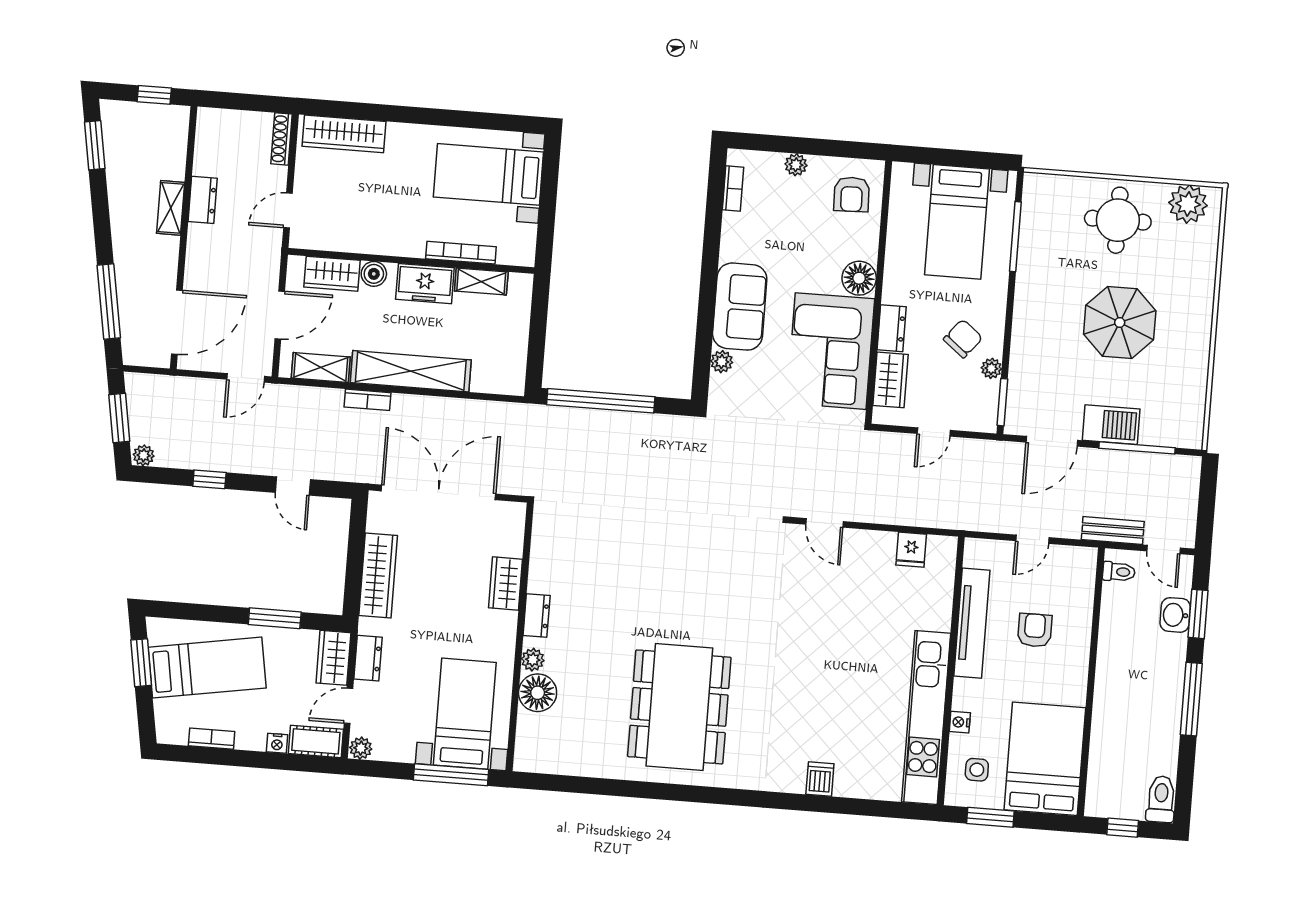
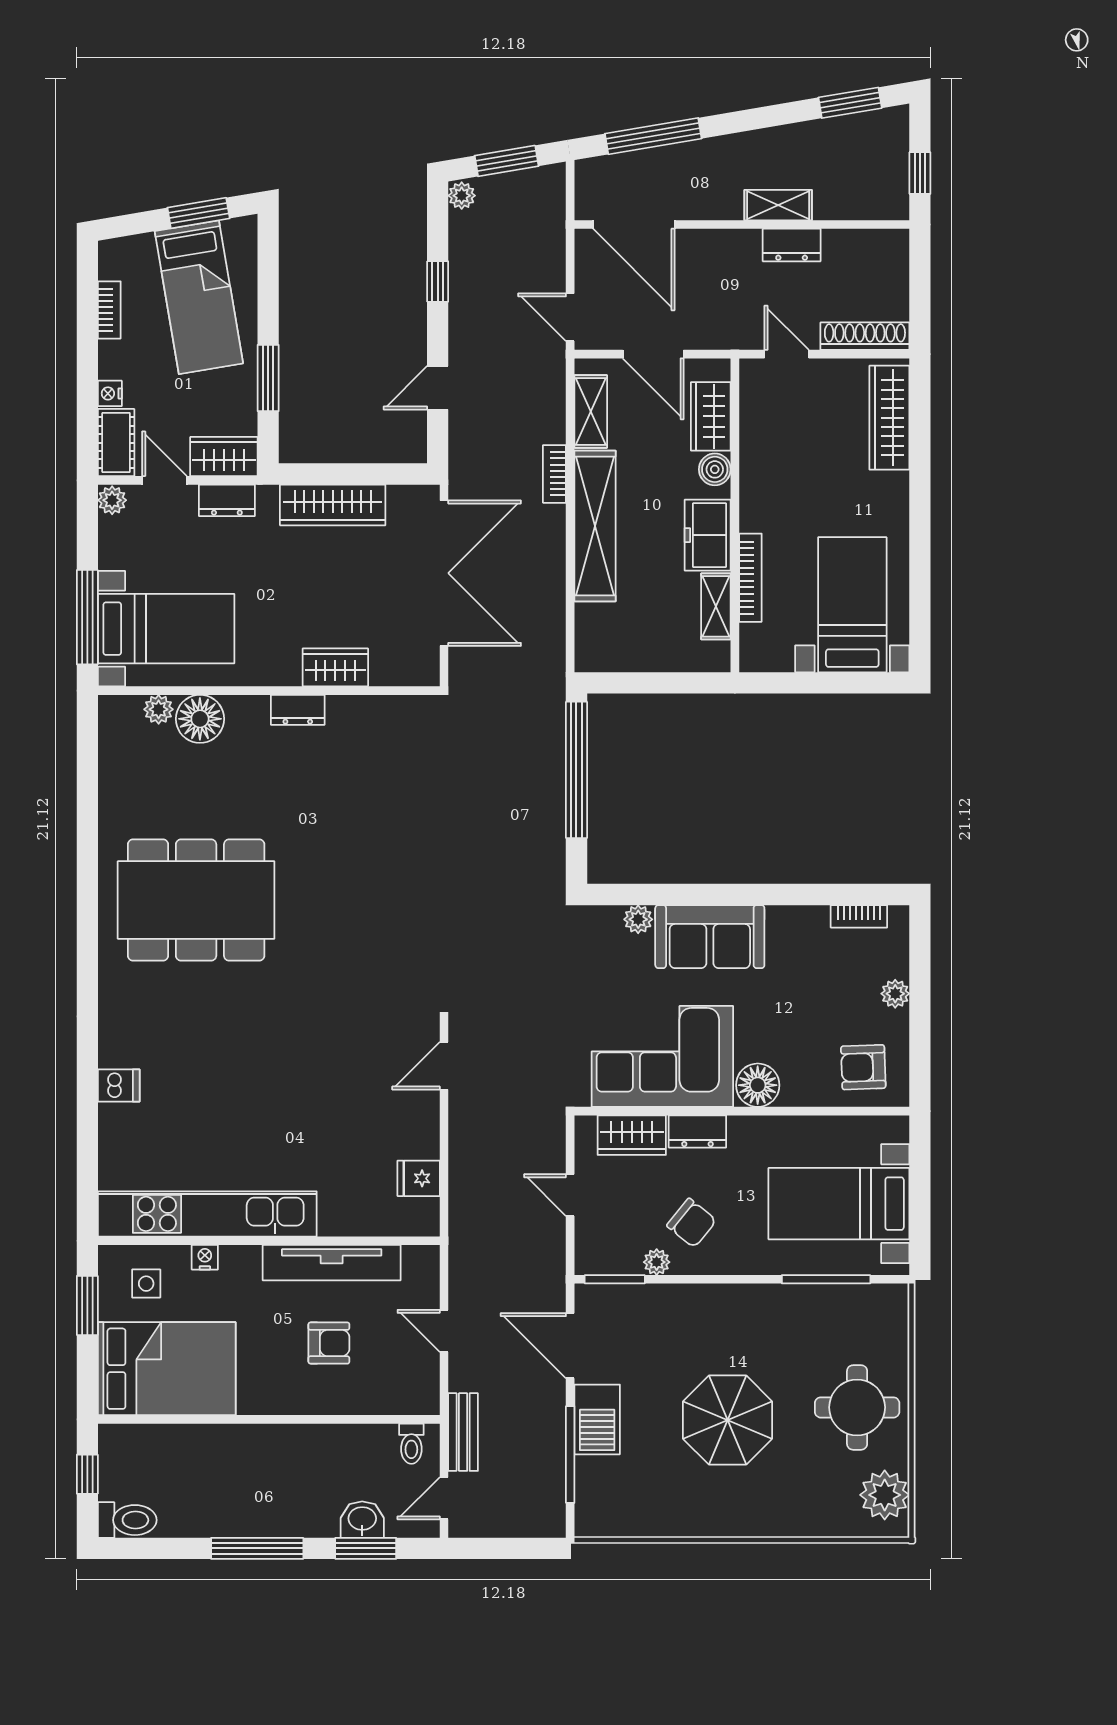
shoe rack: (281, 139) -> (865, 336), width x1.36, depth x1.24
plant: (533, 660) -> (159, 709), moved

